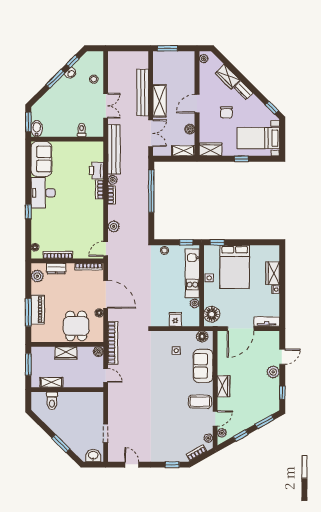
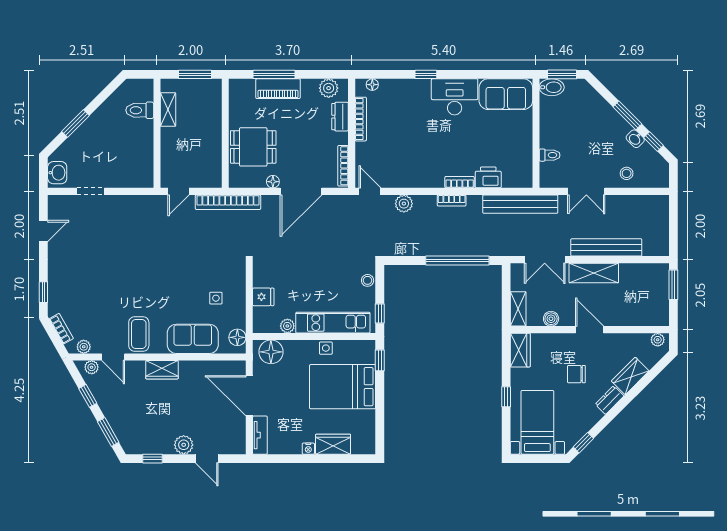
plant: (113, 180) -> (474, 202), removed
boiler: (98, 352) -> (214, 180), removed
wardrobe: (66, 353) -> (212, 131), removed

